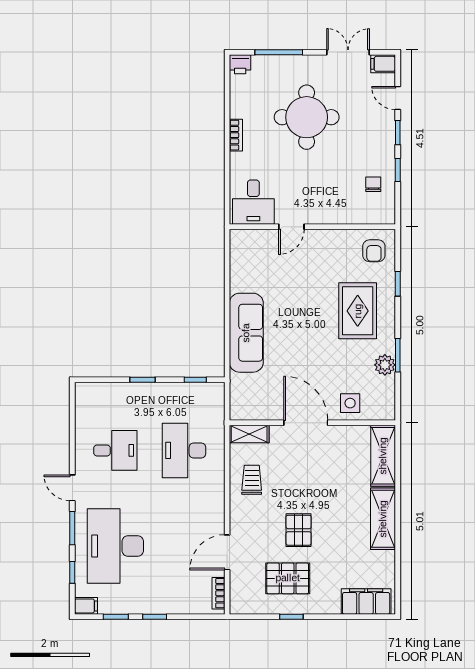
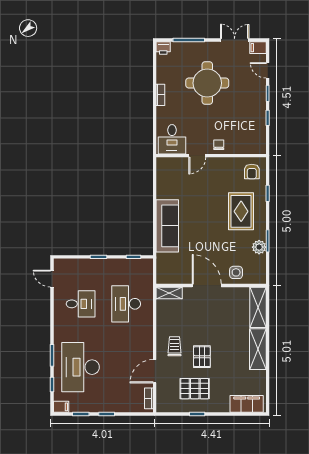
chair: (373, 184) -> (219, 145), moved
trolley: (252, 480) -> (175, 346), moved
door: (72, 488) -> (52, 279), moved

